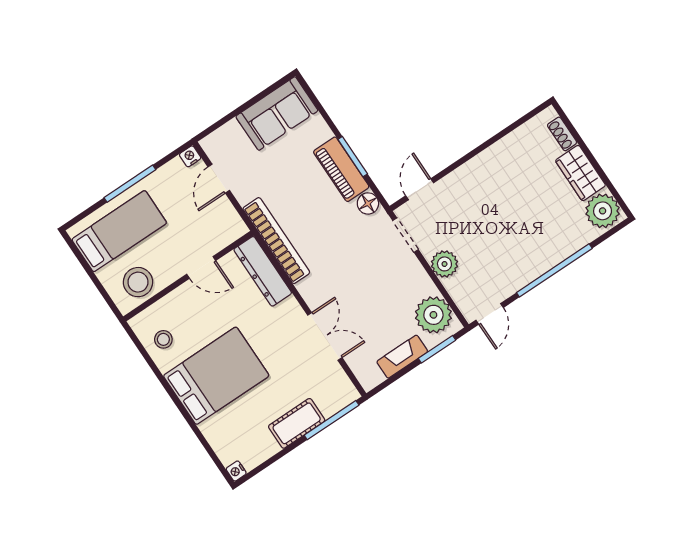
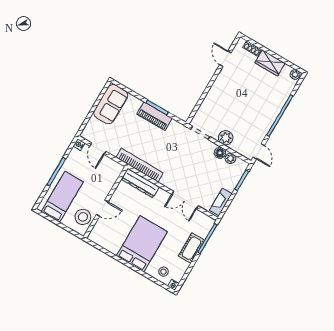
door: (420, 189) -> (225, 59), moved
floor lamp: (368, 203) -> (220, 153), moved
plant: (603, 211) -> (295, 74), width x0.53, depth x0.53
door: (201, 267) -> (102, 208), moved
plant: (433, 315) -> (230, 158), width x0.53, depth x0.53
double door: (325, 336) -> (185, 200), swing flipped
stool: (163, 339) -> (163, 272), moved
fireplace: (402, 357) -> (221, 202), moved

